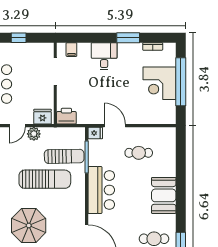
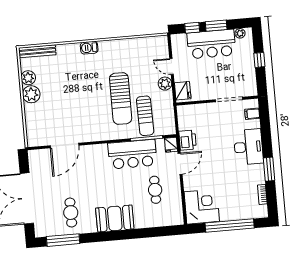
desk: (104, 56) -> (248, 147), width x1.37
corner desk: (160, 83) -> (202, 207), moved, turned 90
printer: (66, 116) -> (188, 140), moved
bar counter: (101, 190) -> (132, 154), moved
parasol: (29, 226) -> (73, 87), removed

